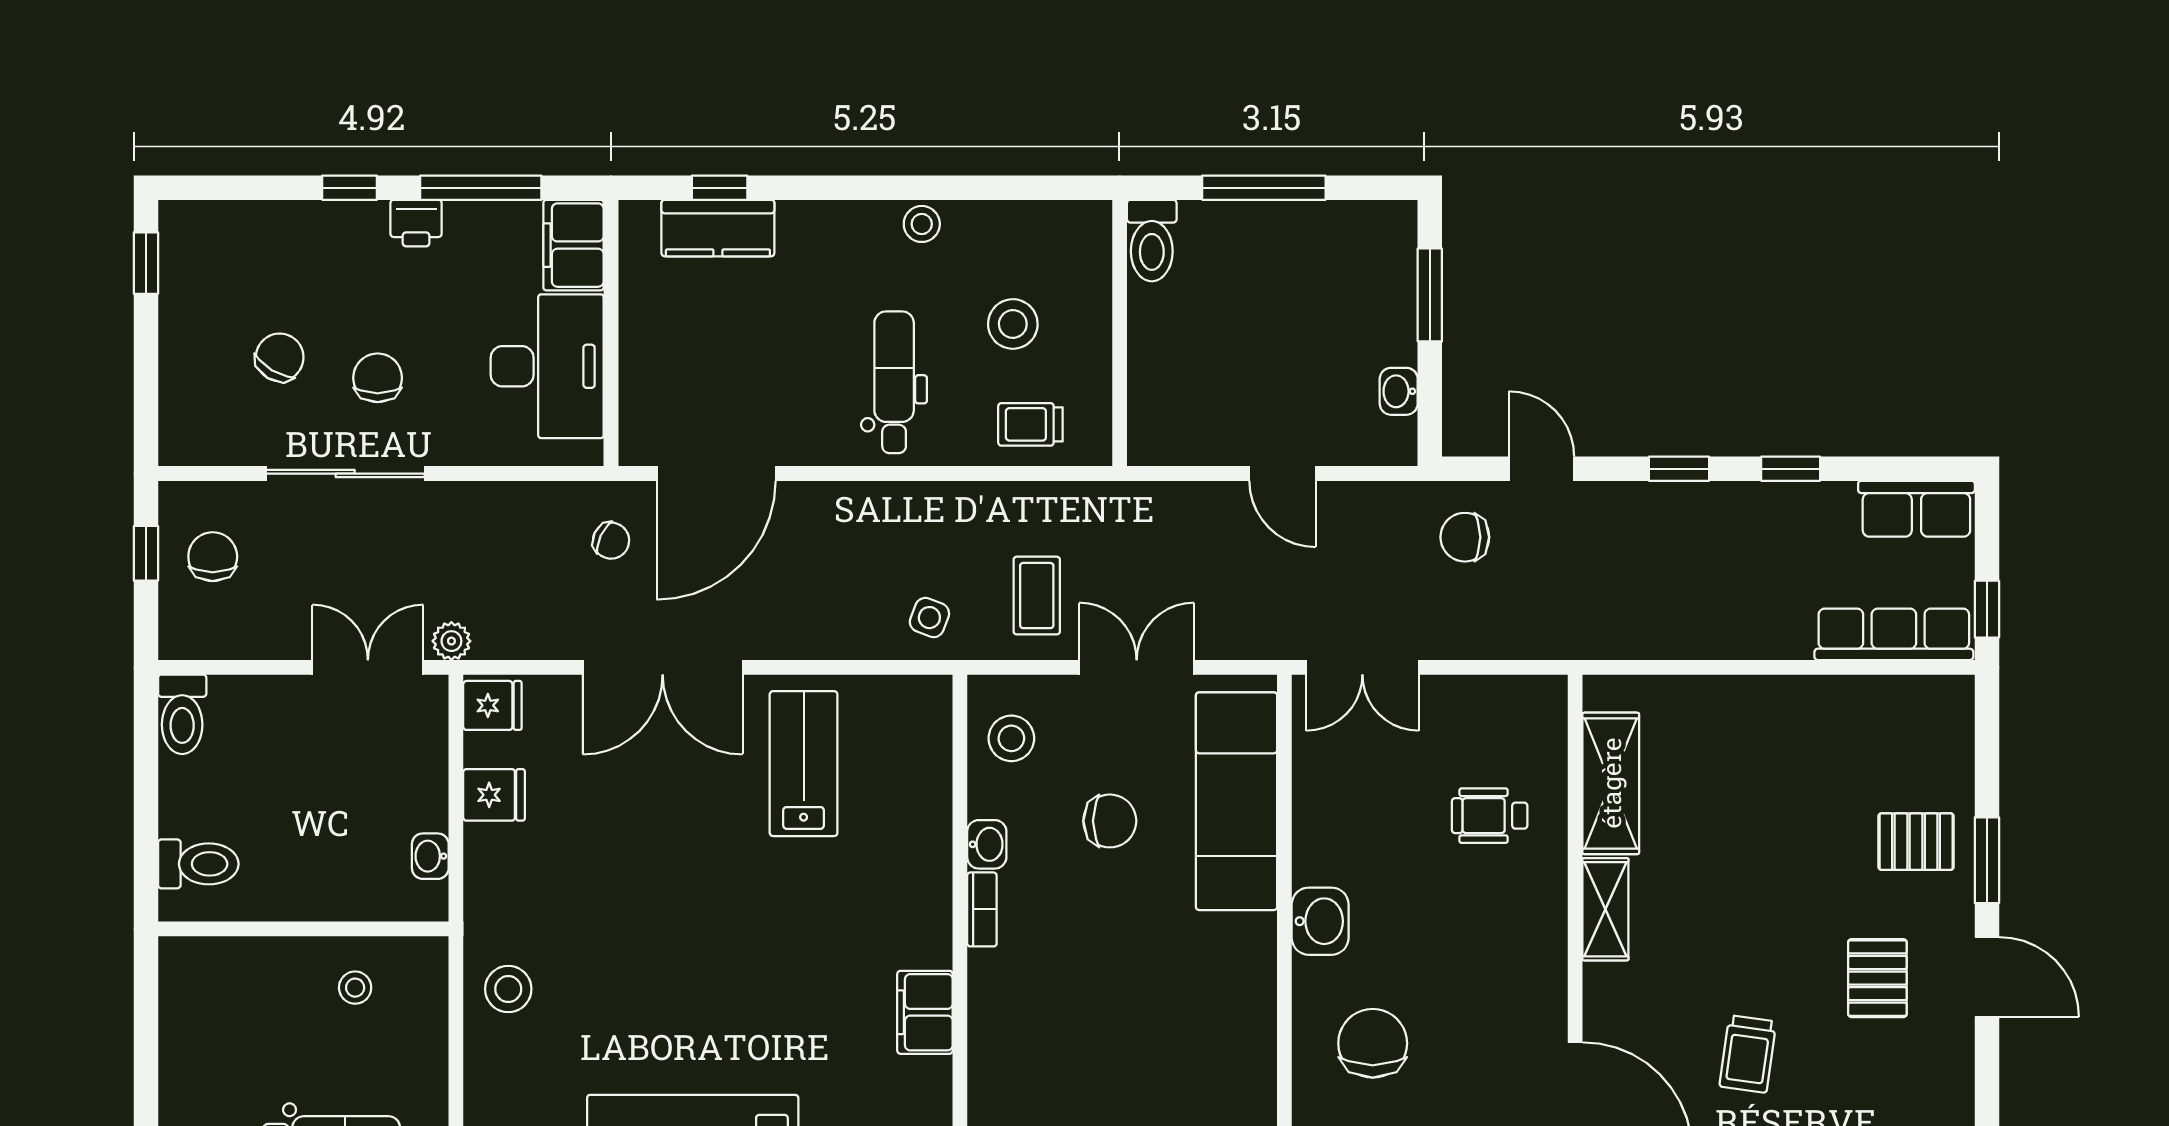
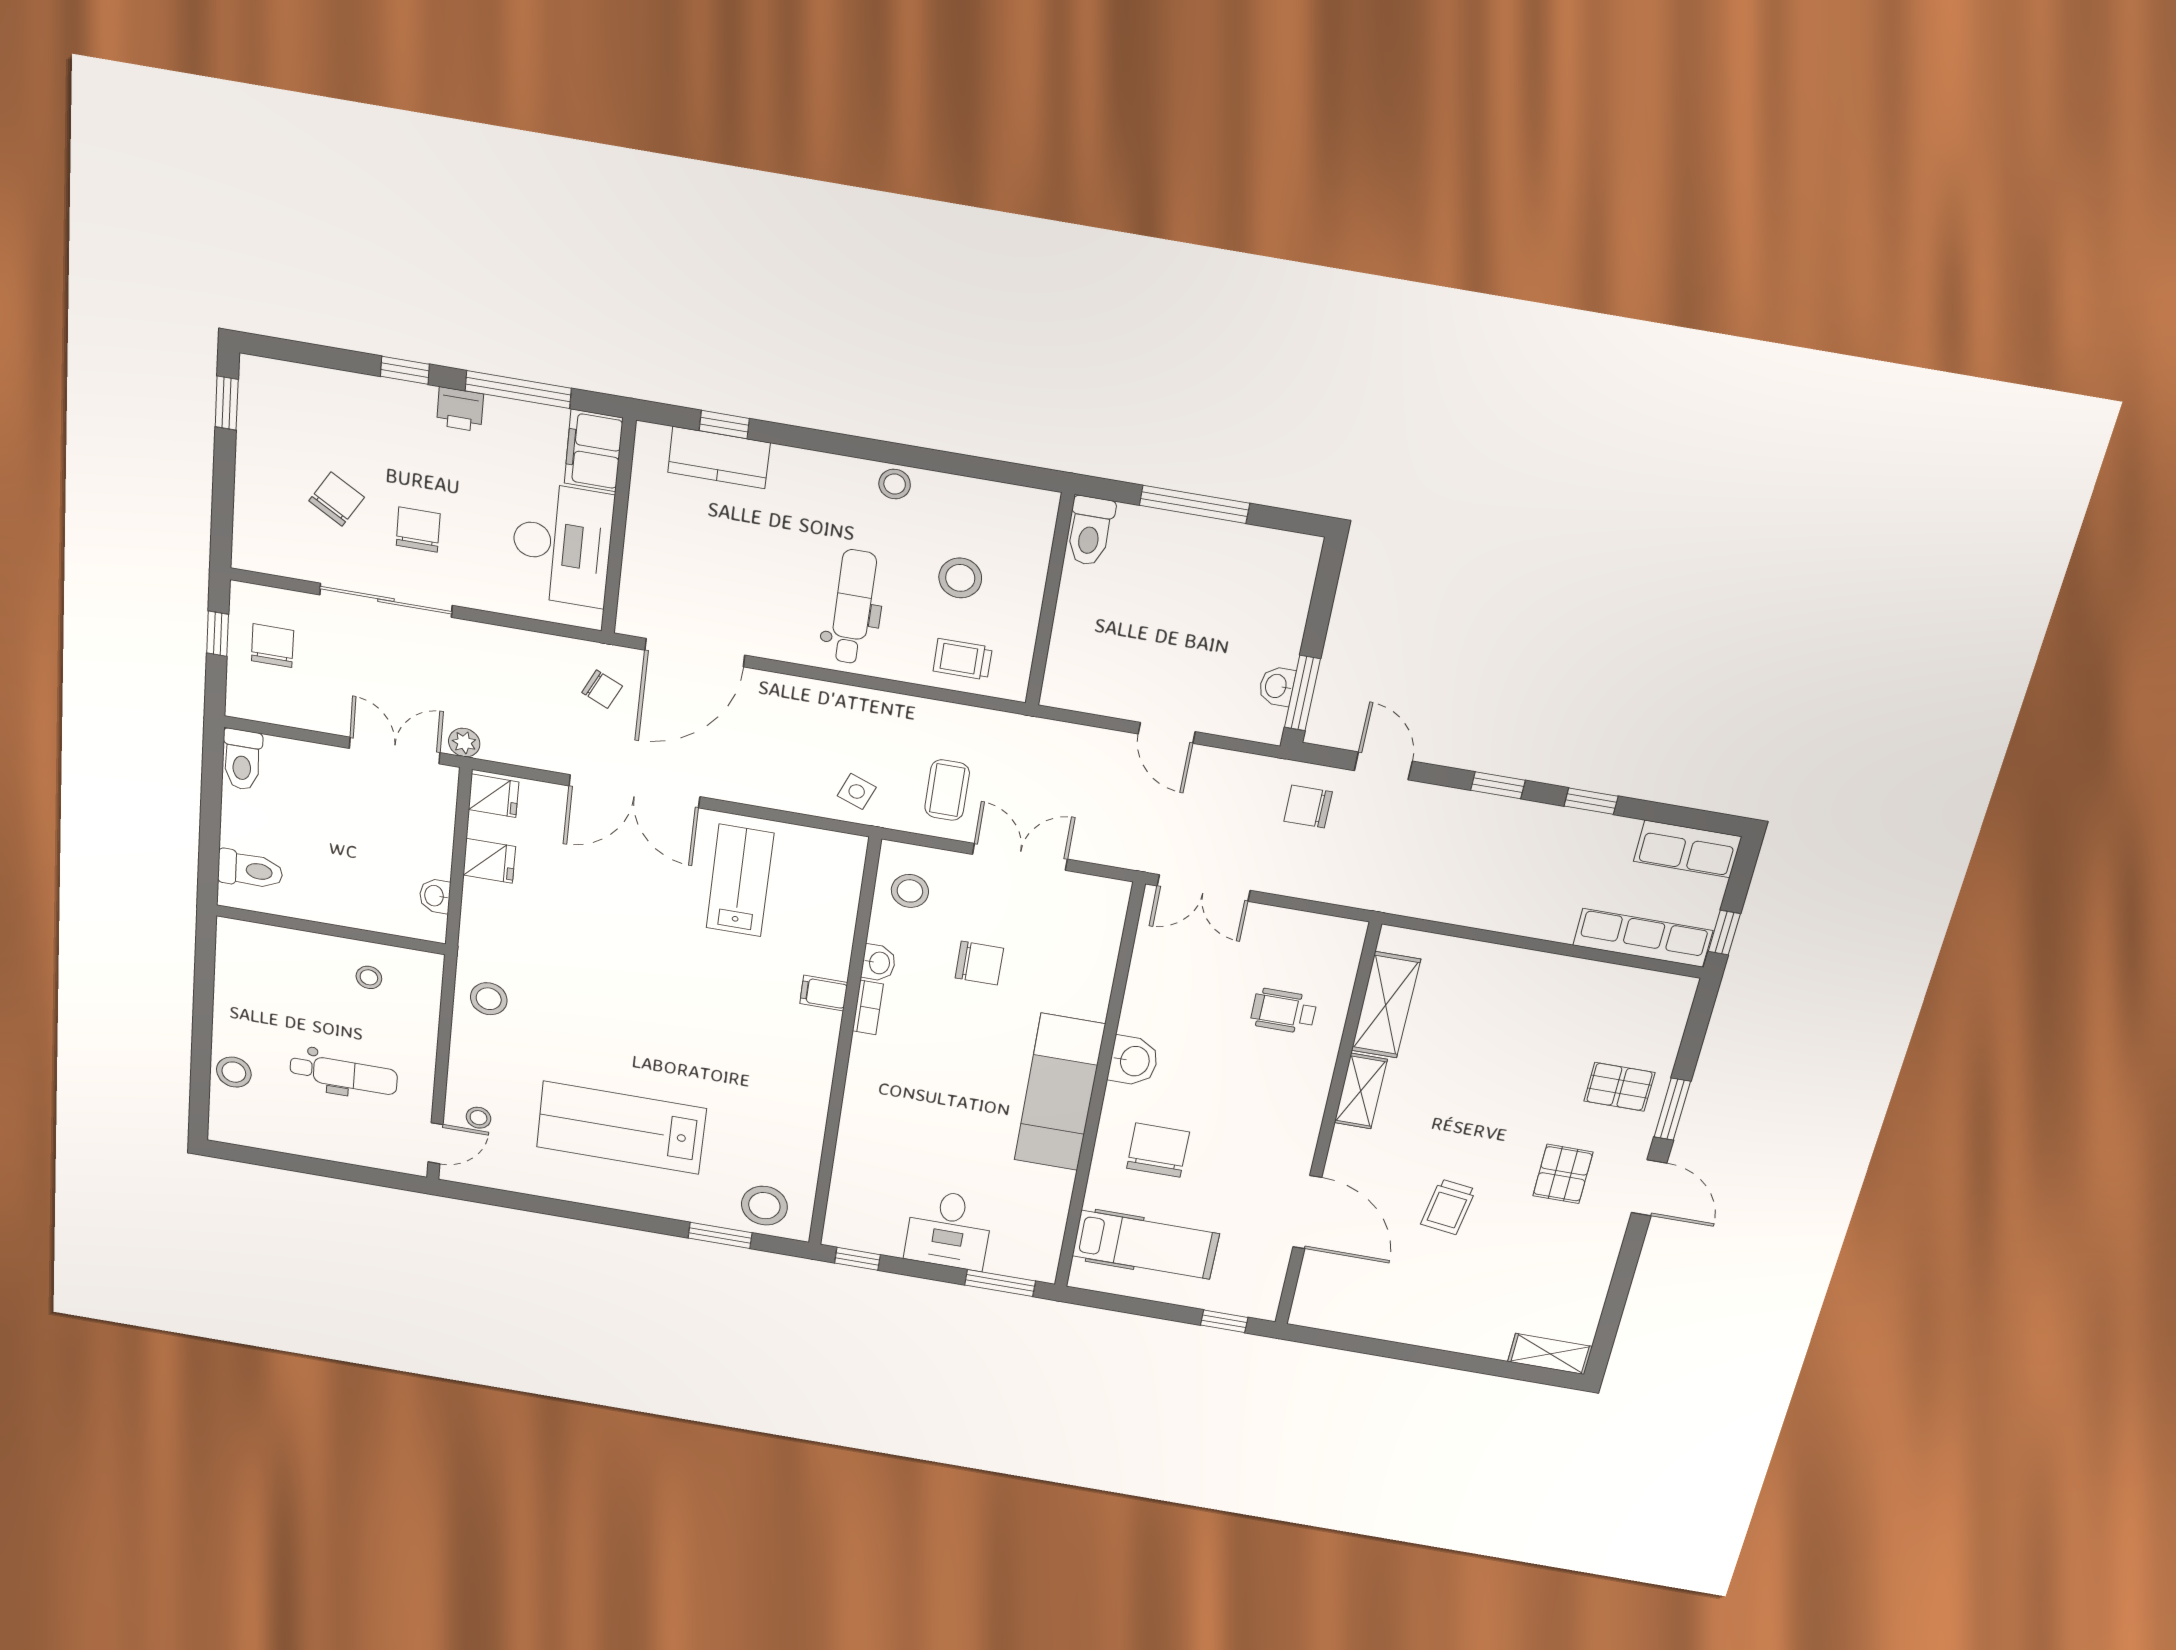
window: (1430, 295) -> (1302, 693), moved
exam couch: (1237, 801) -> (1059, 1092), moved
filing cabinet: (925, 1012) -> (824, 993), moved, width x0.50

